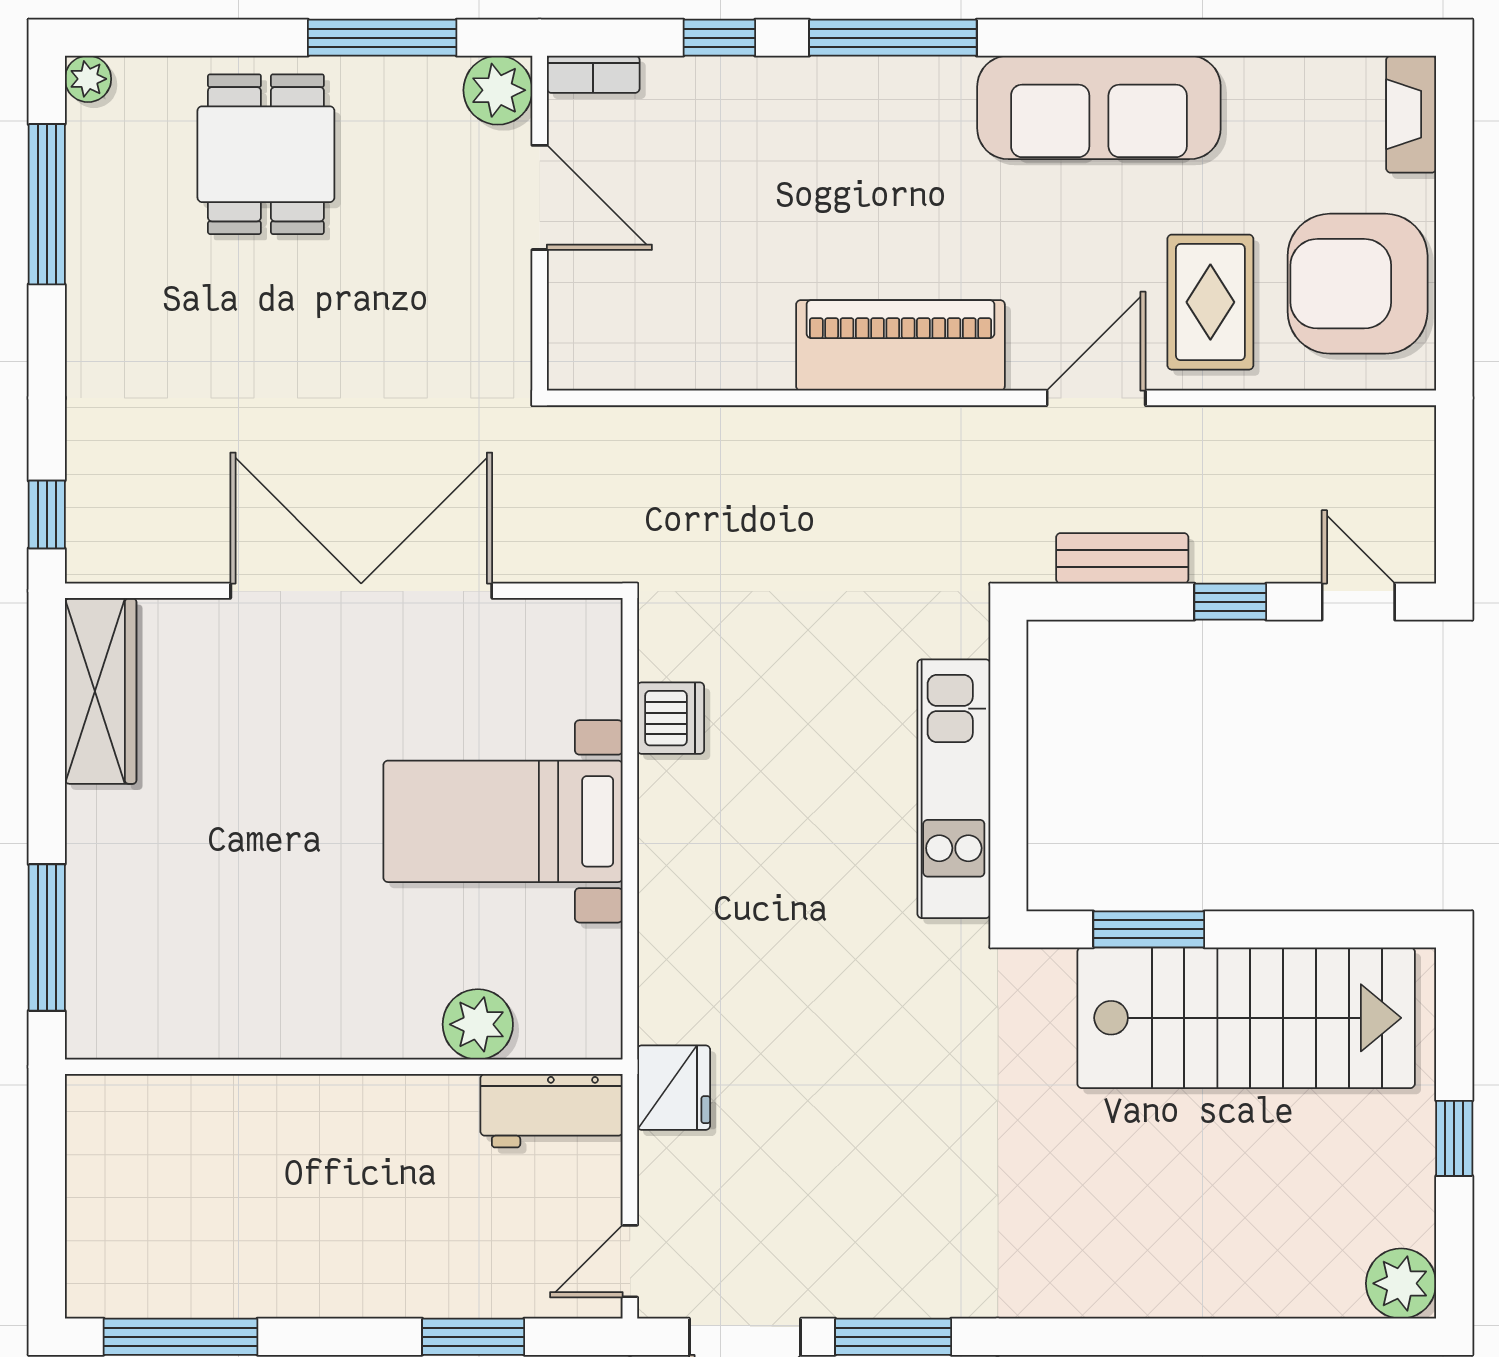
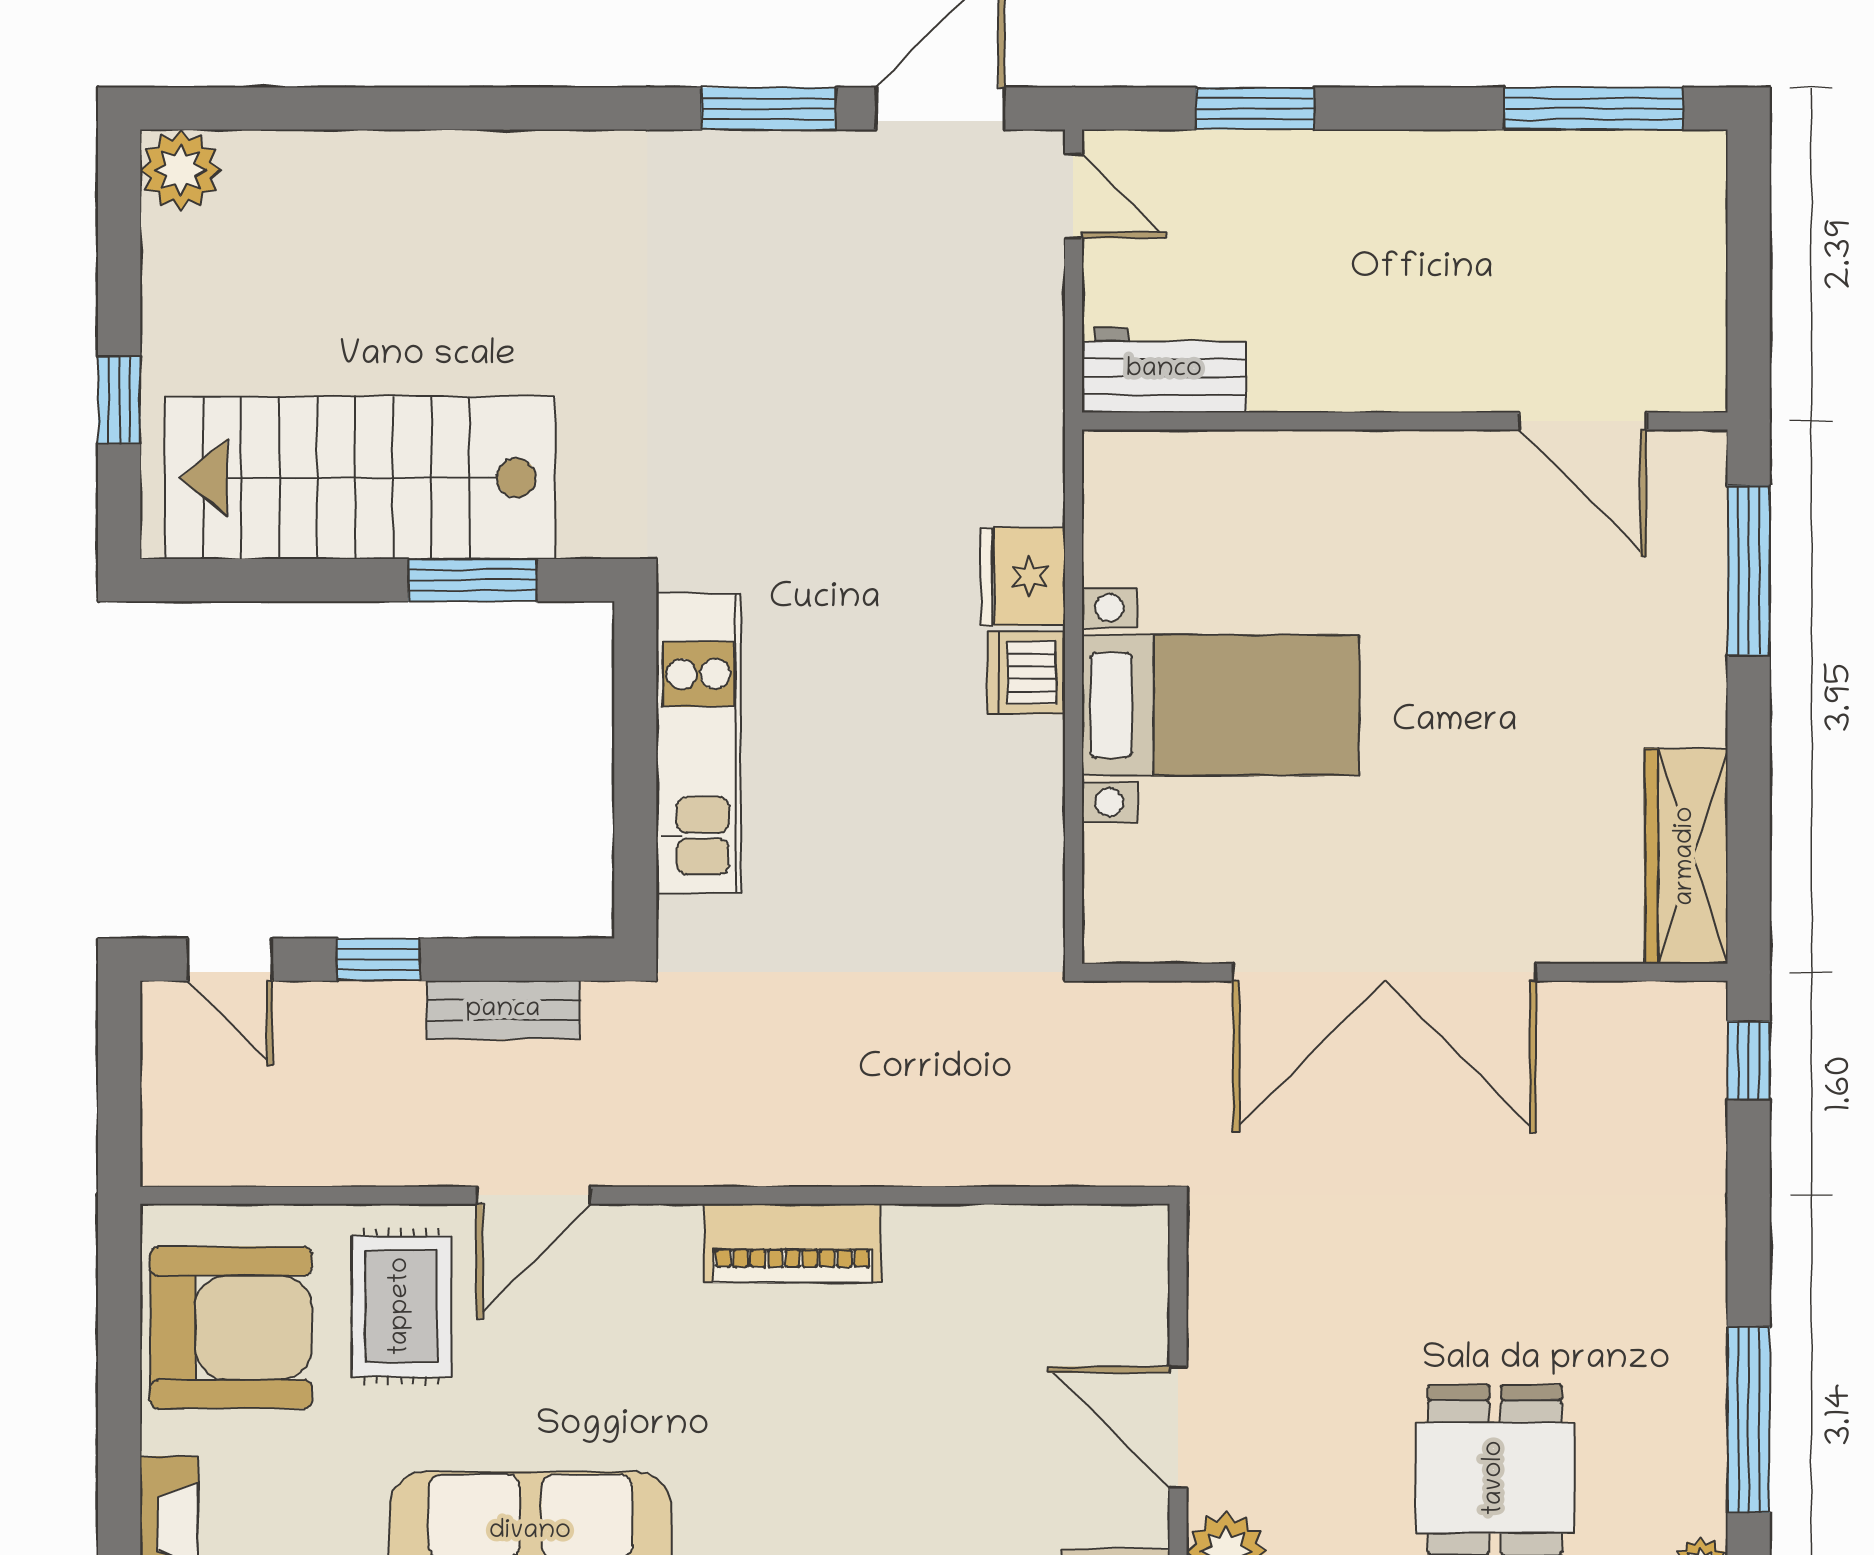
piano: (900, 345) -> (793, 1243), width x0.73, depth x0.75
dishwasher: (671, 718) -> (1026, 673), moved
plant: (478, 1024) -> (1250, 470), removed
door: (190, 1067) -> (1583, 421), added
fridge: (674, 1088) -> (1023, 576), moved
window: (1454, 1138) -> (119, 400), moved
door: (630, 1261) -> (1073, 196), hinge flipped

